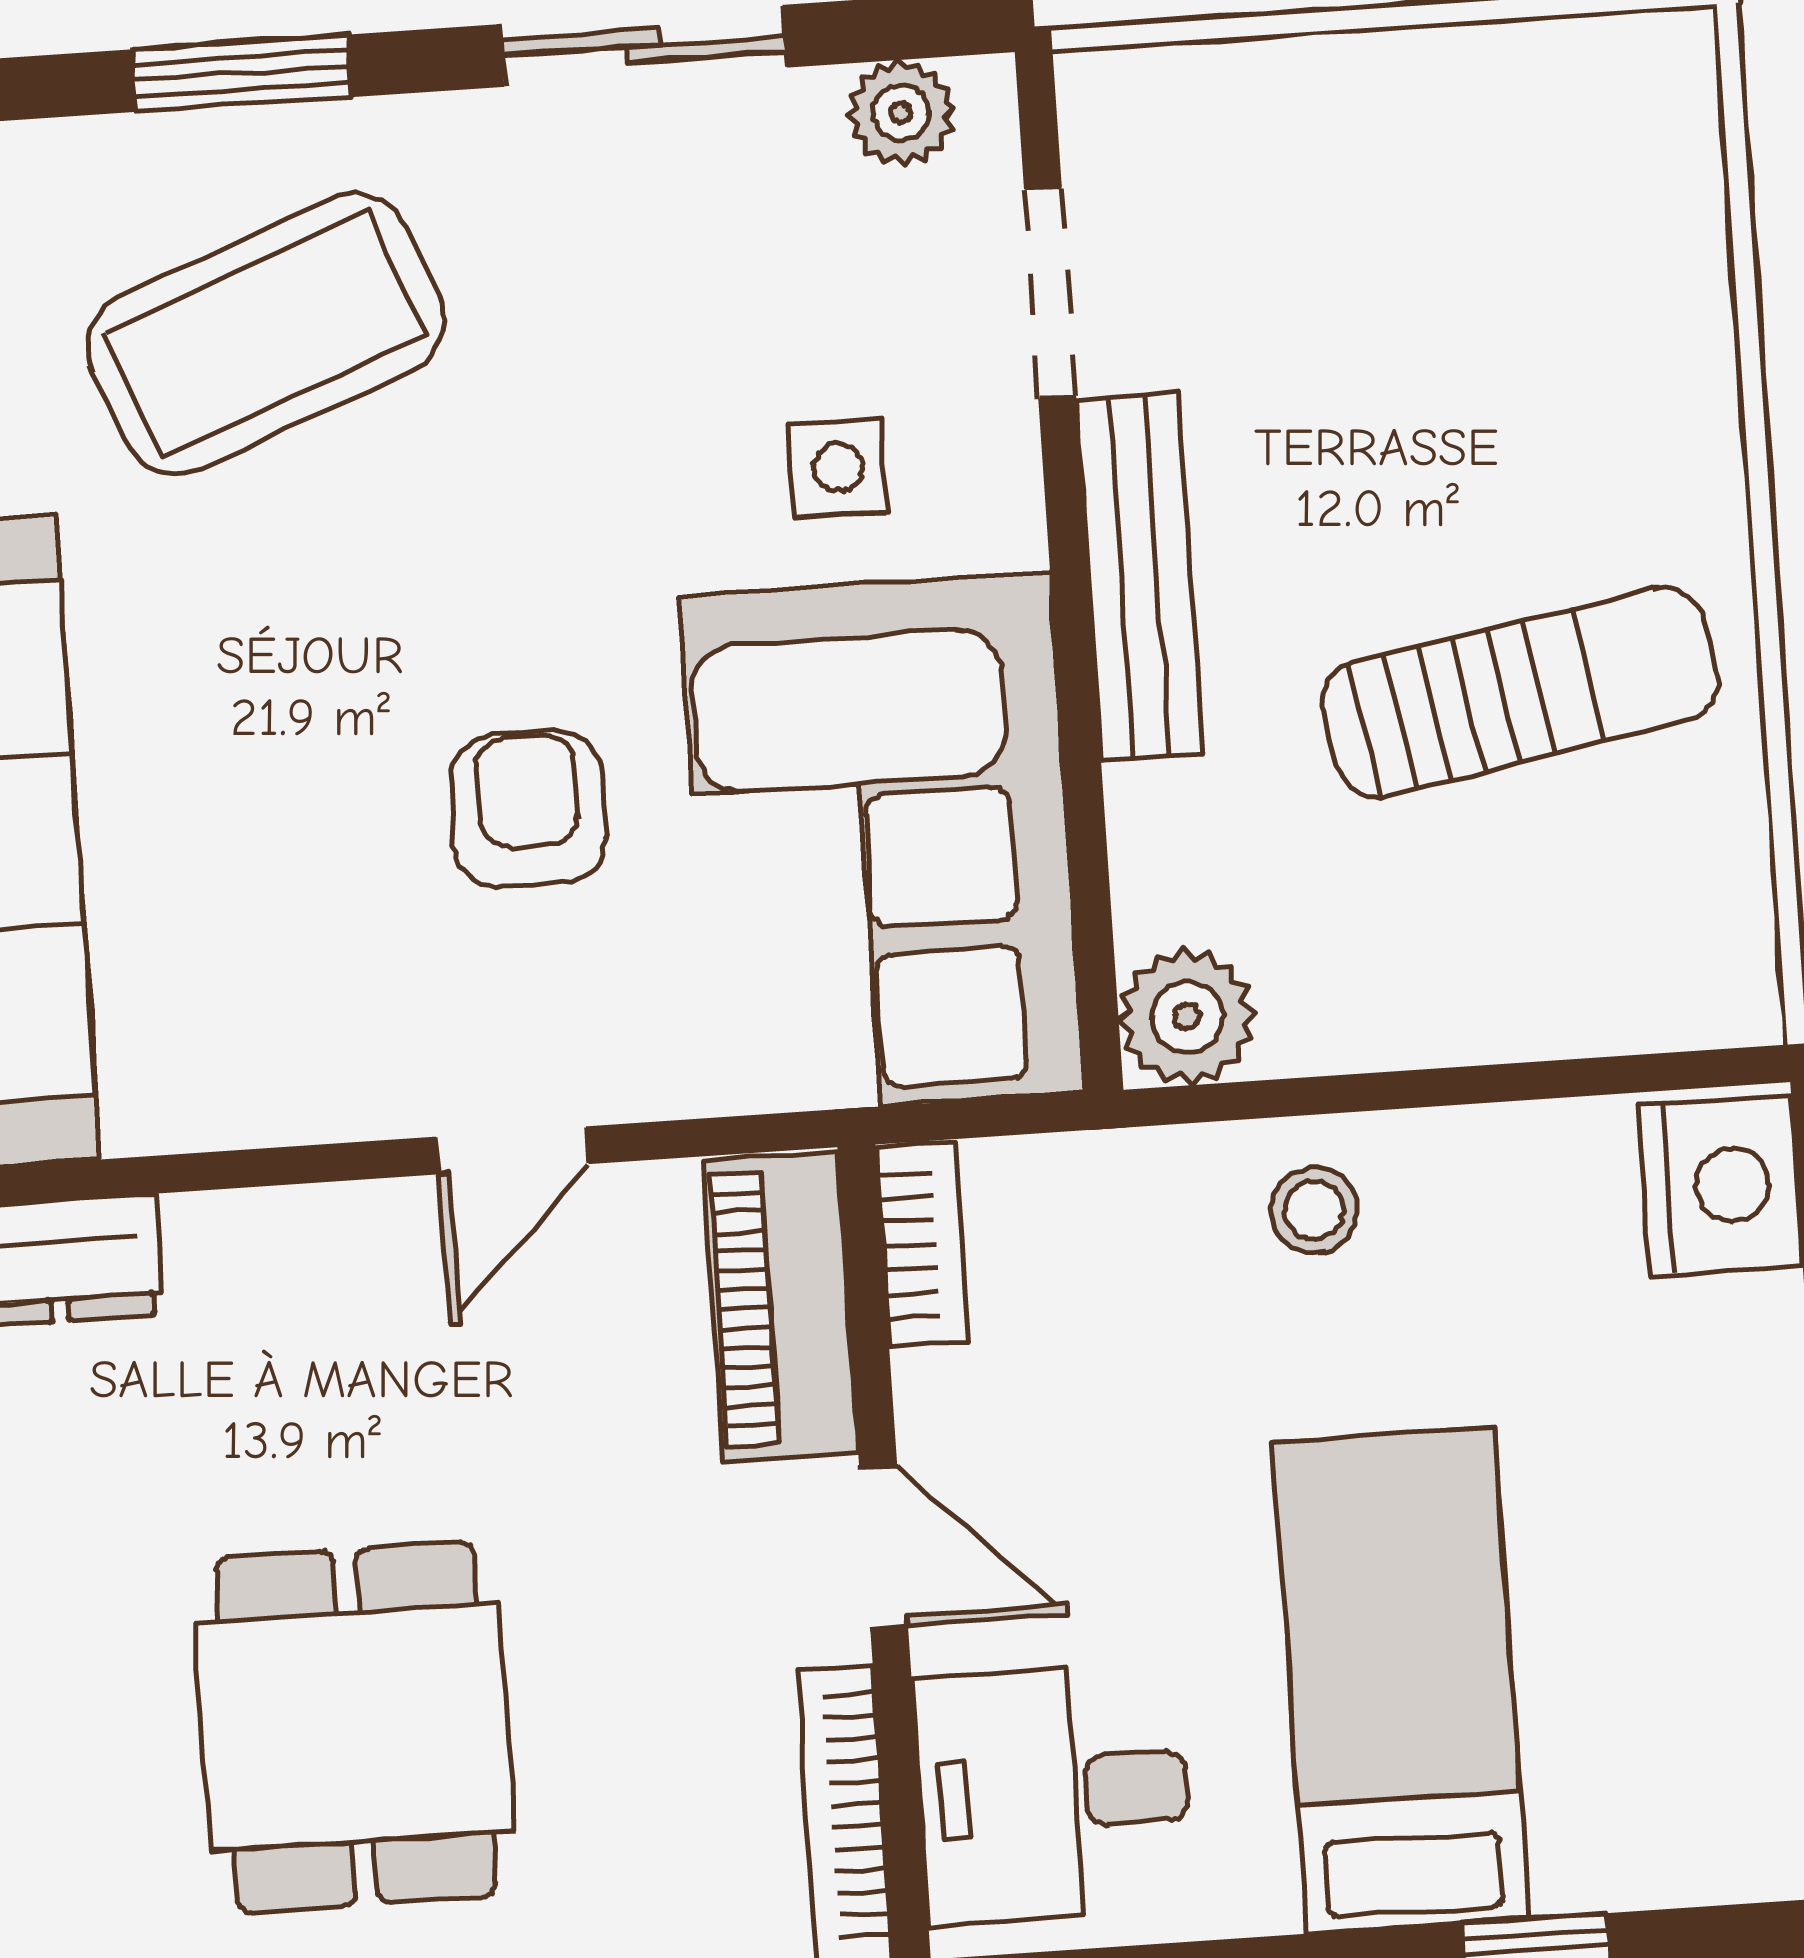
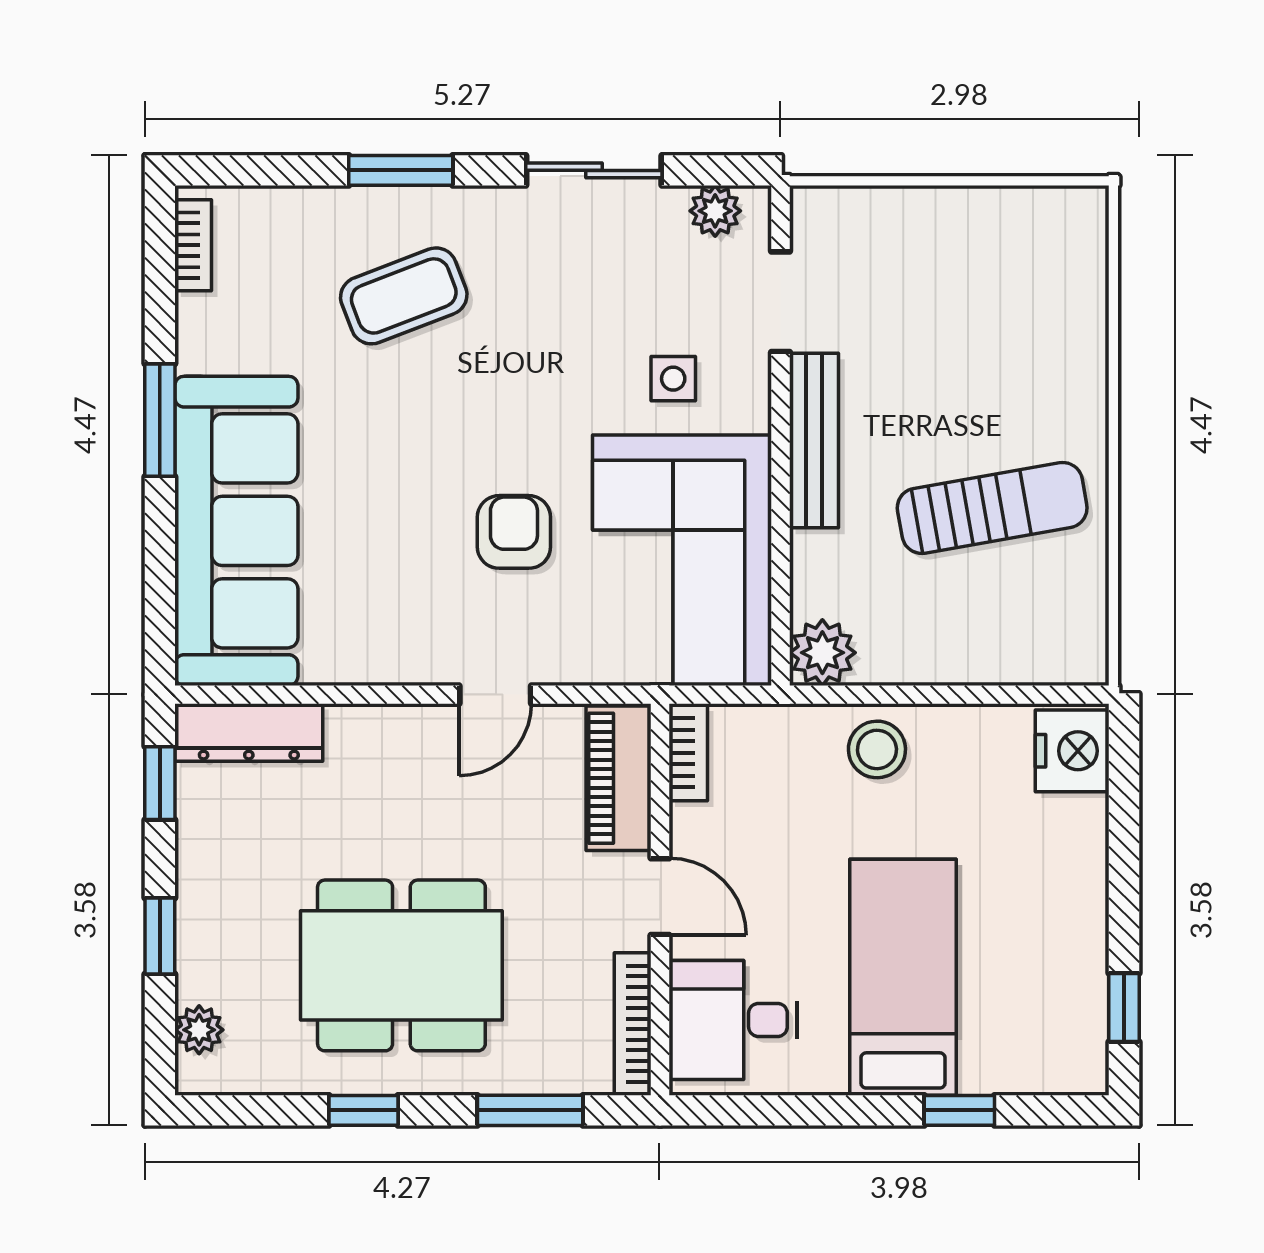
coffee table: (265, 334) -> (404, 296), width x0.73, depth x0.76
stool: (1314, 1211) -> (877, 749), width x1.37, depth x1.37
dining table: (355, 1727) -> (401, 965), width x1.38

